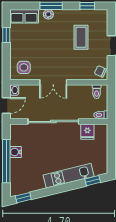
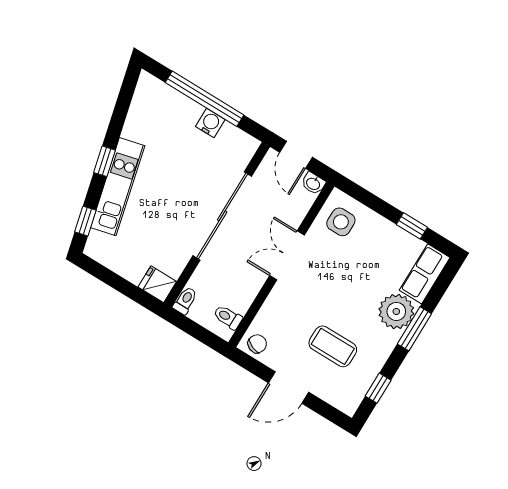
plant: (48, 14) -> (396, 311), width x1.88, depth x1.88
fridge: (87, 132) -> (157, 284), moved
window: (23, 198) -> (105, 161), moved

